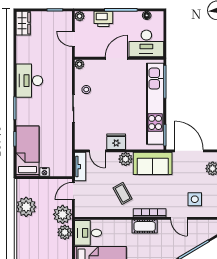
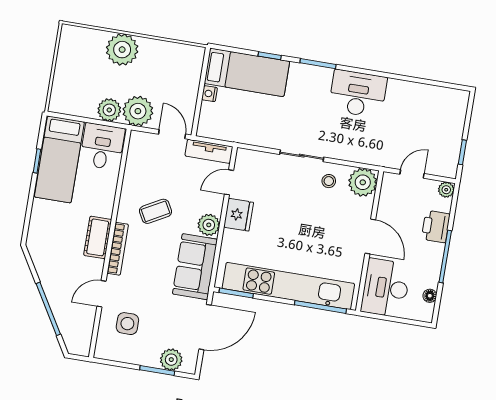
wardrobe: (23, 23) -> (450, 99), removed
plant: (79, 64) -> (363, 182), width x1.87, depth x1.87
plant: (26, 207) -> (122, 50), moved

